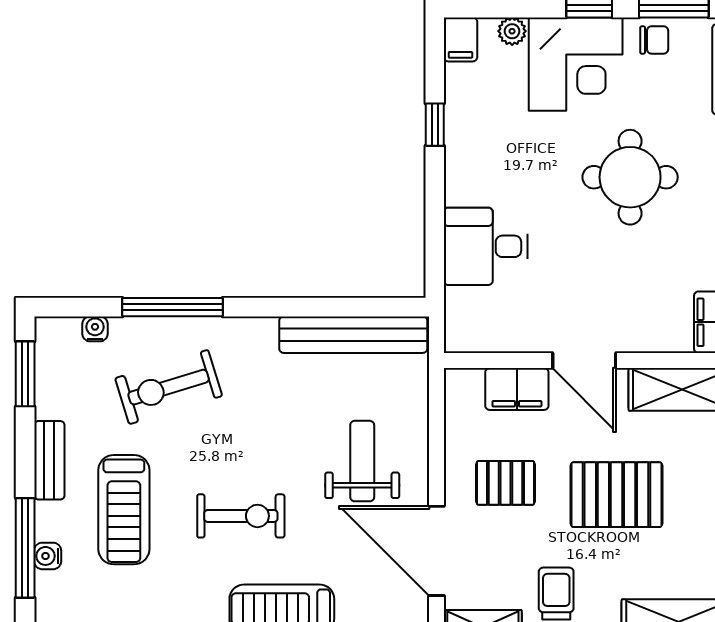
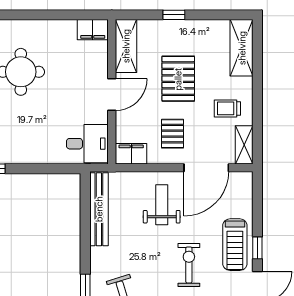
desk: (486, 246) -> (87, 144), moved, turned -90
filing cabinet: (517, 389) -> (131, 154), moved, turned -90
weight bench: (362, 461) -> (162, 205), turned 90

